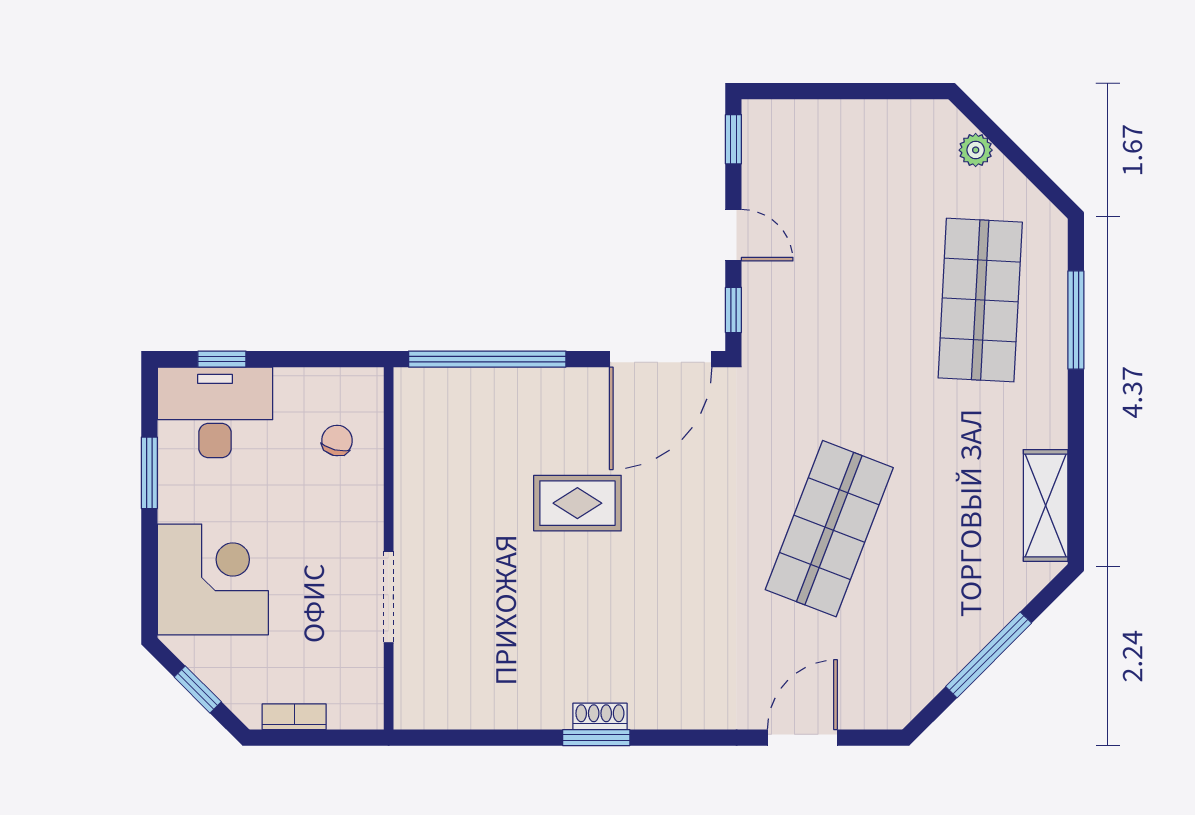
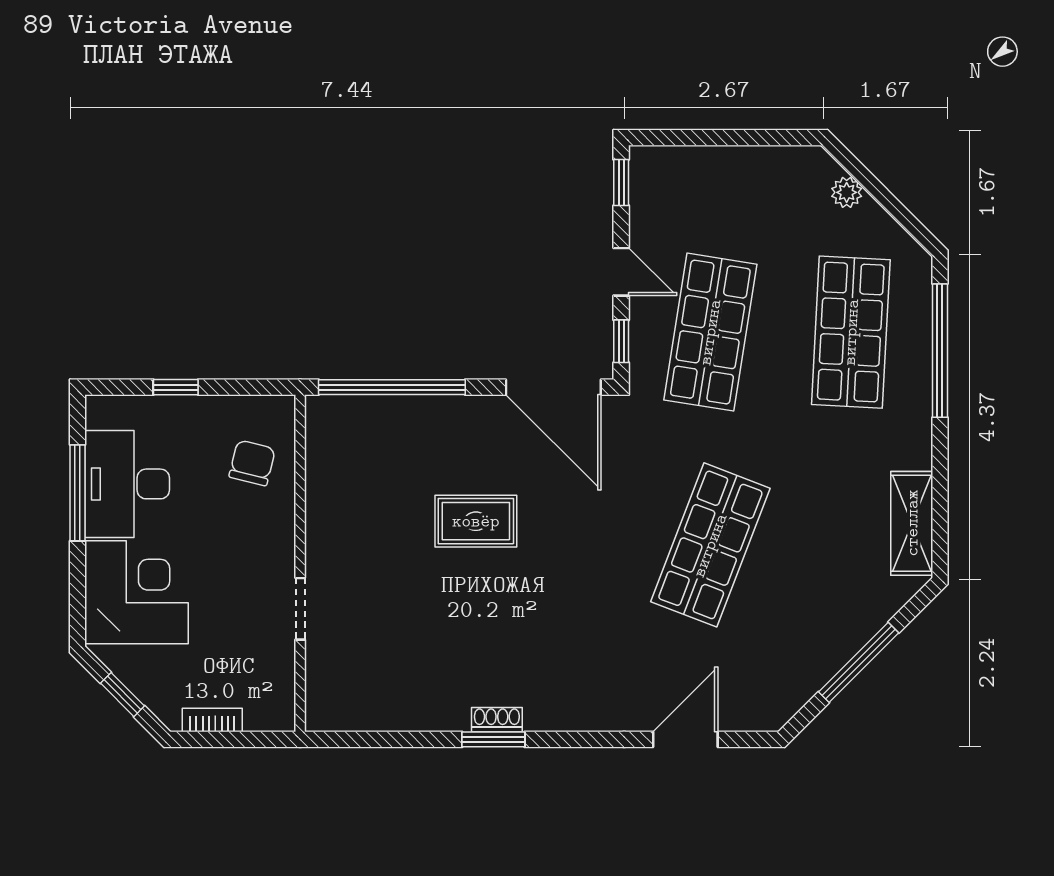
shop shelf: (829, 300) -> (710, 332), added
window: (1076, 320) -> (940, 351), width x1.46
window: (222, 359) -> (176, 387), moved
door: (661, 359) -> (553, 387), hinge flipped
desk: (215, 412) -> (127, 484), moved, turned -90
chair: (337, 441) -> (252, 463), width x1.37, depth x1.37
window: (149, 473) -> (77, 493), width x1.44
doorway: (389, 597) -> (300, 609), width x0.73

